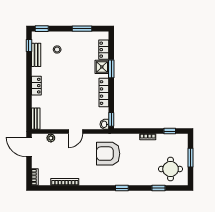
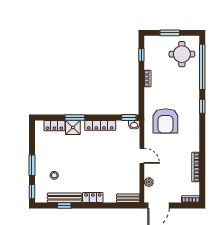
window: (82, 29) -> (32, 165), moved
window: (29, 46) -> (64, 205), moved
bench: (36, 55) -> (65, 198), width x1.36
window: (159, 188) -> (202, 67), width x3.17

